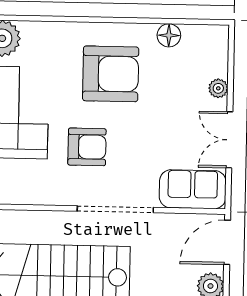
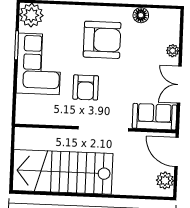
armchair: (87, 147) -> (86, 87), turned 90
door: (227, 242) -> (177, 152), hinge flipped

